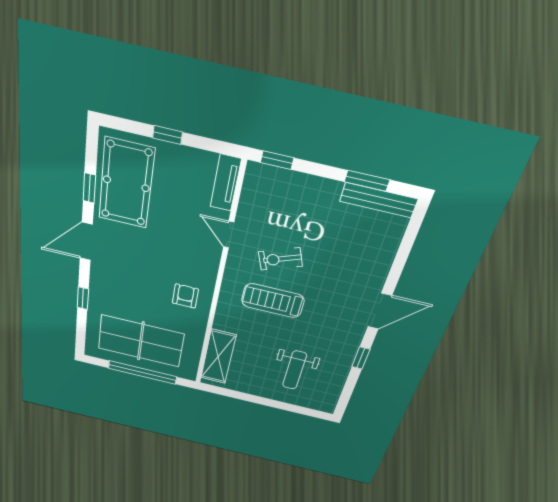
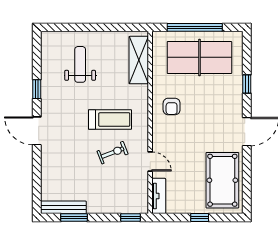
window: (89, 188) -> (247, 171), removed
door: (380, 311) -> (37, 131), hinge flipped

